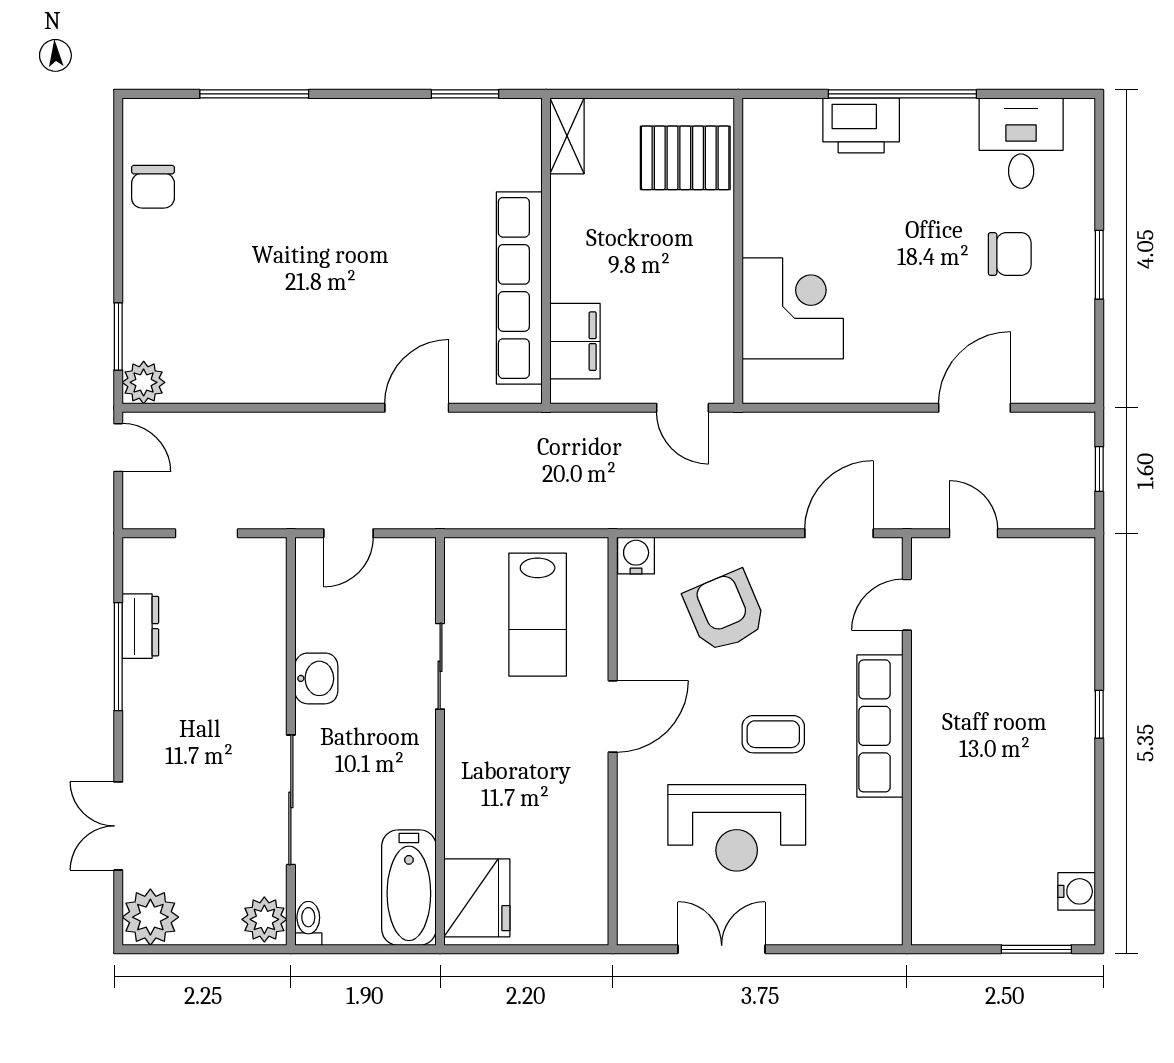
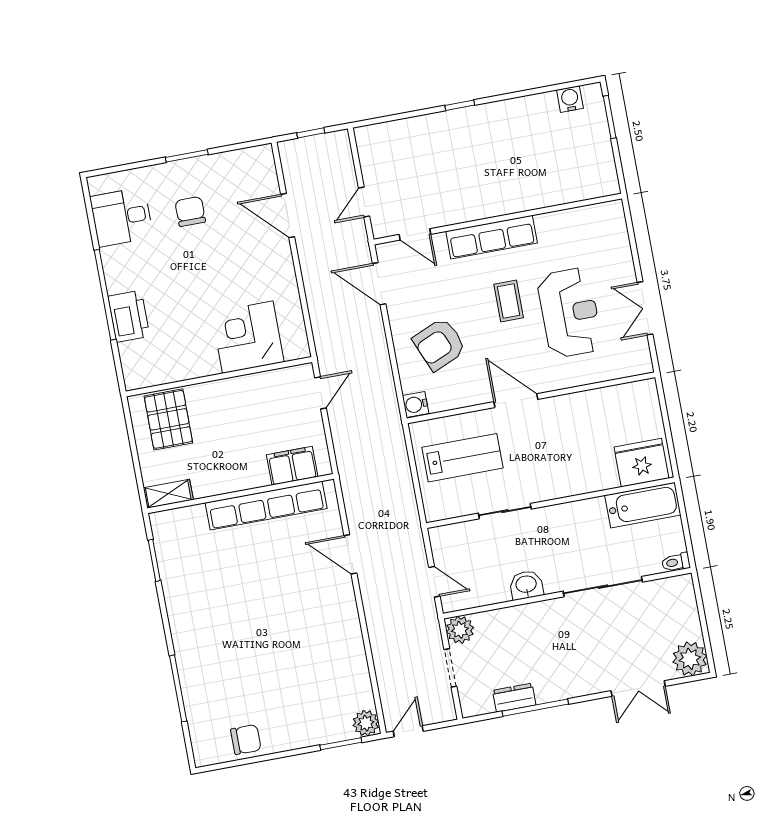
plant: (264, 919) -> (460, 630), moved

